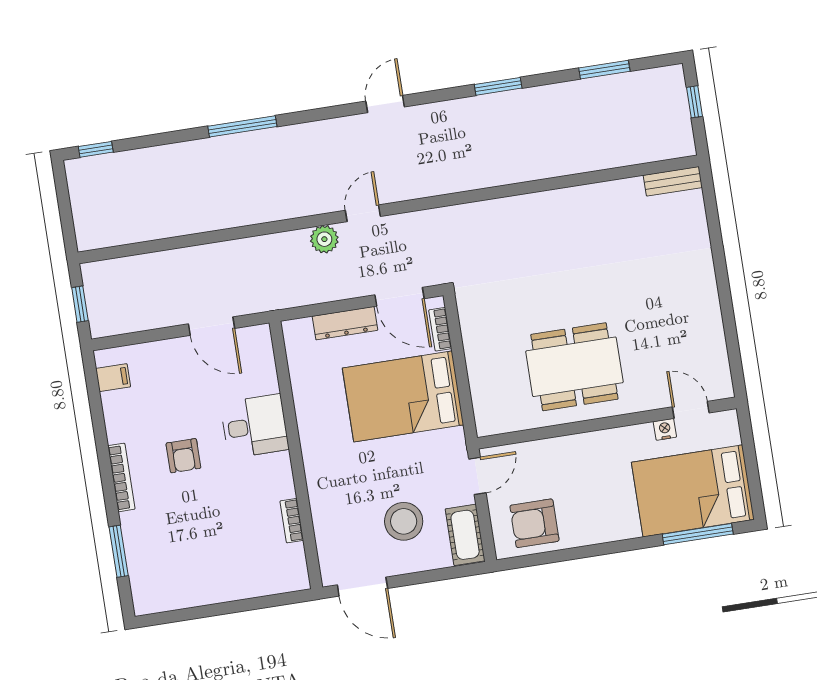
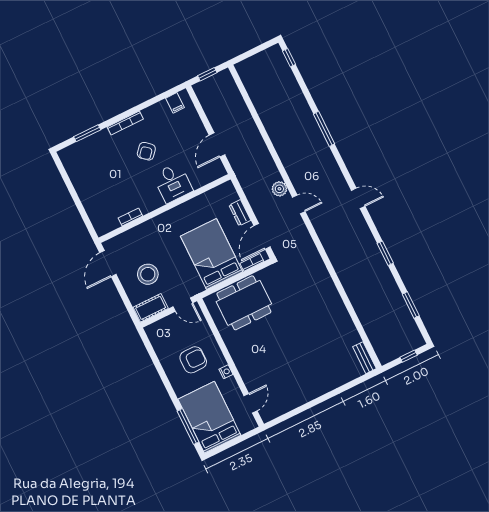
dresser: (345, 323) -> (240, 213), width x0.70
dining table: (574, 367) -> (244, 303), moved, turned 90
nightstand: (665, 429) -> (226, 372), moved
armchair: (183, 456) -> (146, 151), turned -49
armchair: (534, 523) -> (193, 360), moved, turned 90

